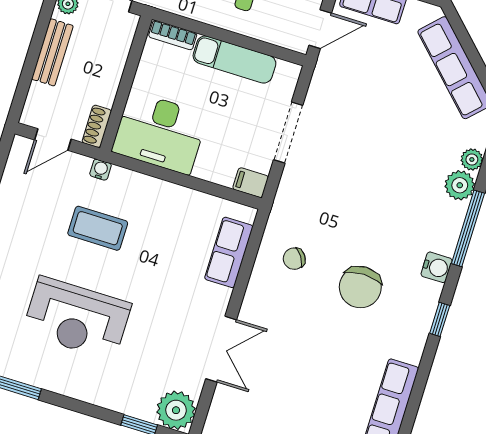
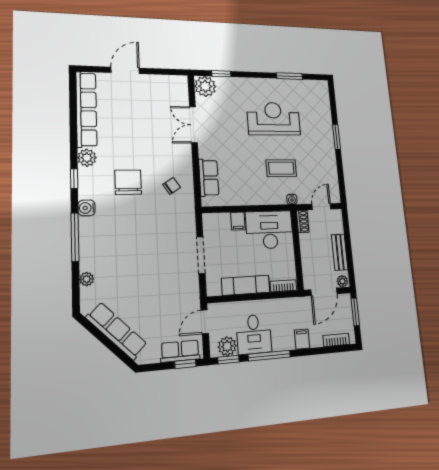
filing cabinet: (251, 183) -> (238, 221), moved, turned 90
plant: (460, 185) -> (87, 158), moved

